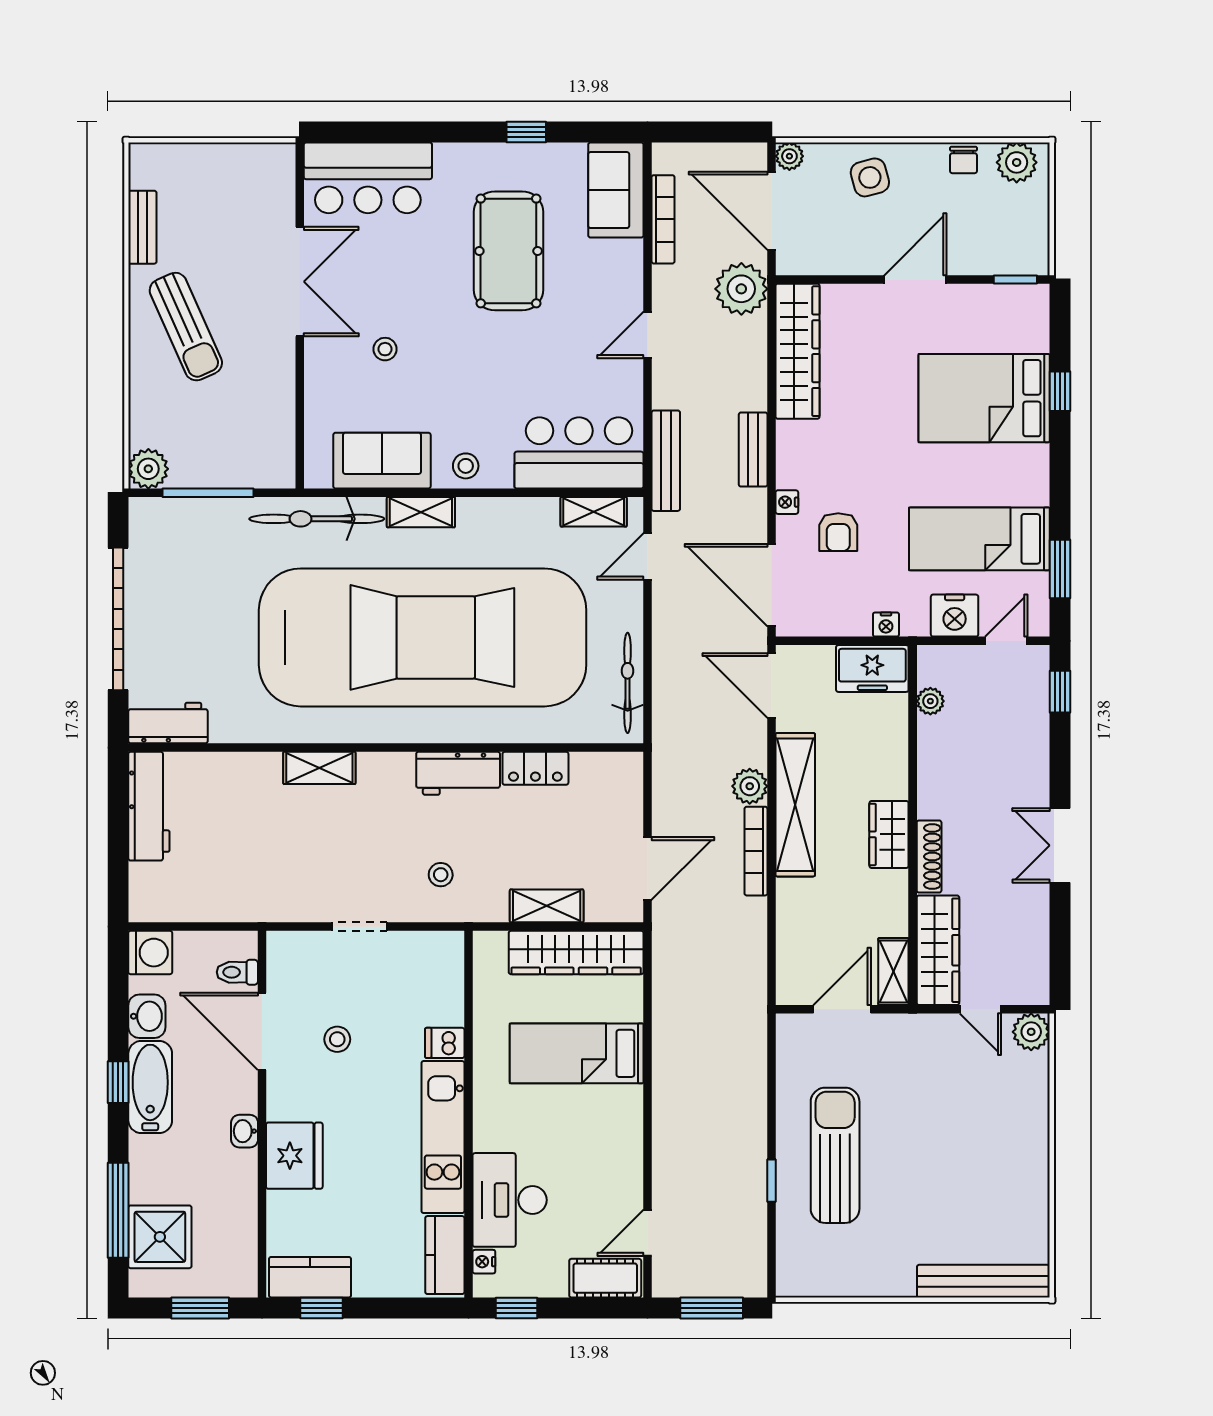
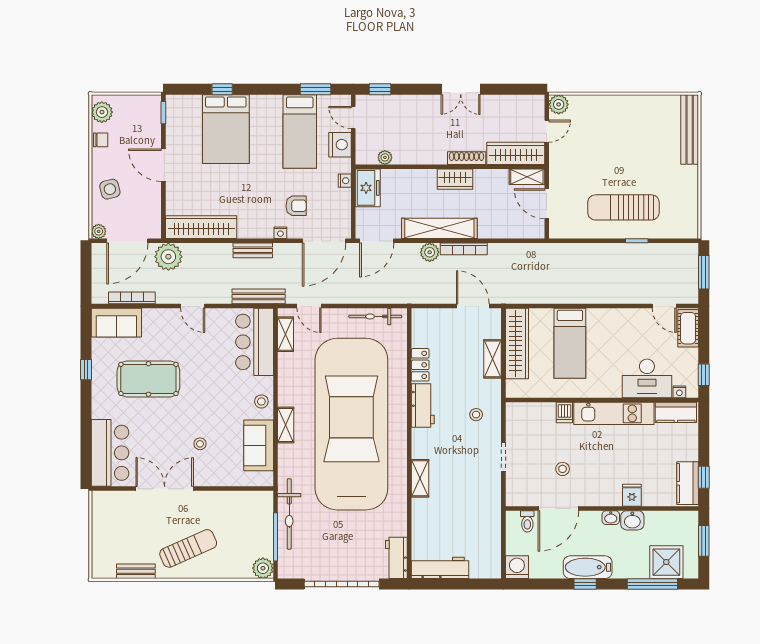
bicycle: (317, 519) -> (289, 514), moved
washbasin: (147, 1016) -> (632, 520), moved, turned 180
fridge: (294, 1156) -> (632, 495), width x0.53, depth x0.75

